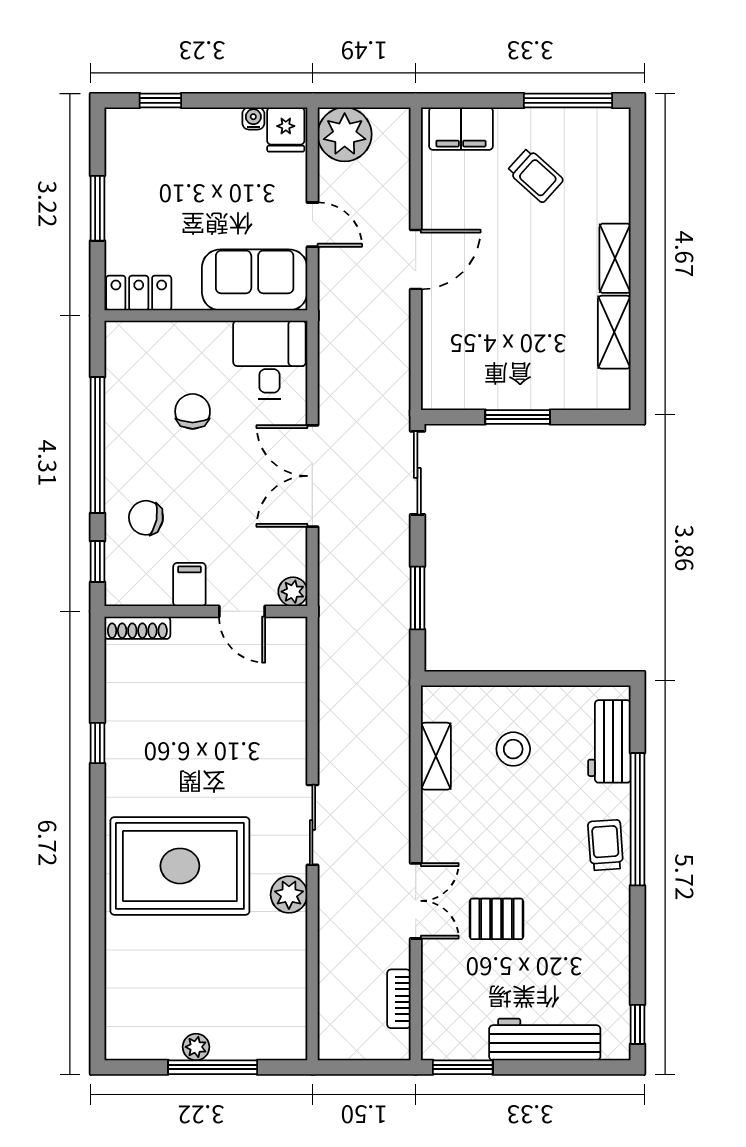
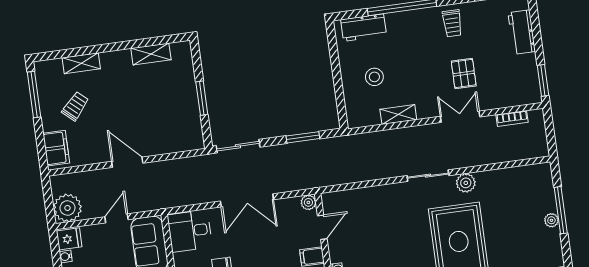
shelving: (615, 258) -> (81, 63), moved
shelving: (436, 756) -> (398, 114), moved
trolley: (606, 845) -> (452, 23), moved, turned -86
workbench: (545, 1039) -> (522, 32), width x0.73

